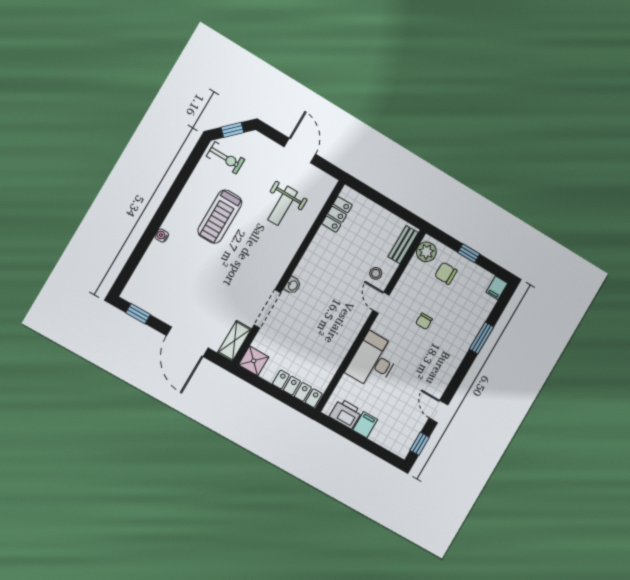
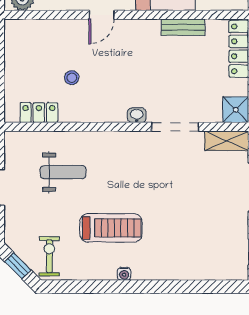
water cooler: (162, 236) -> (124, 274), moved
bench: (403, 245) -> (183, 27), moved
stool: (376, 273) -> (72, 78), moved

